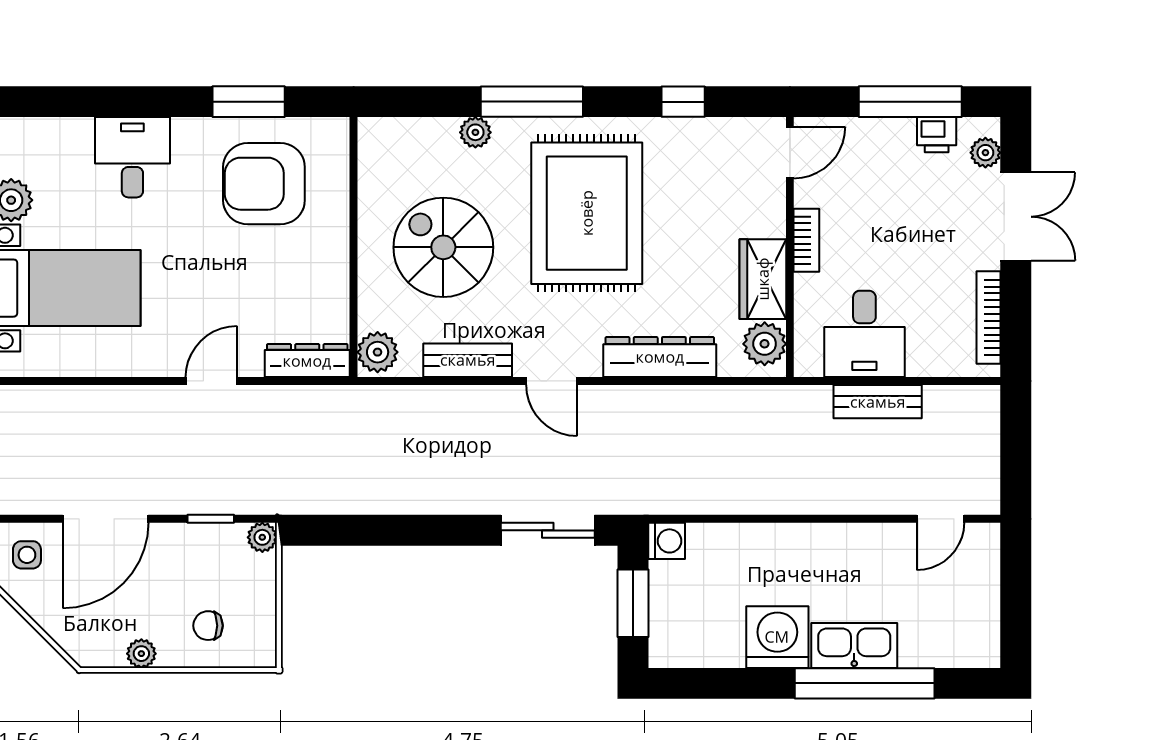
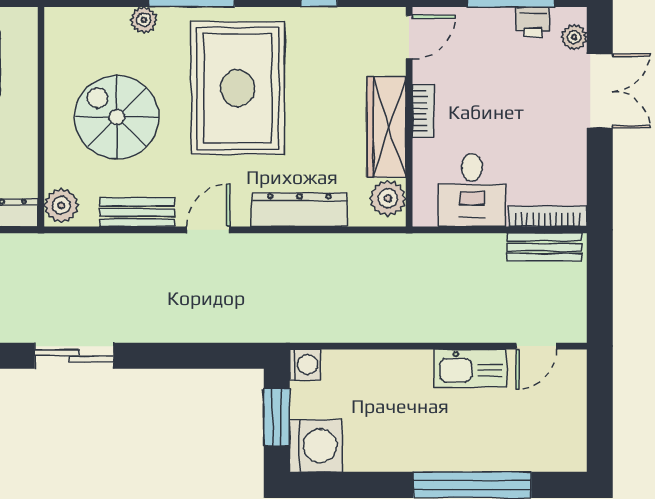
wardrobe: (763, 279) -> (386, 127), width x1.50
bookcase: (989, 317) -> (548, 217), moved, turned 90
door: (552, 381) -> (208, 230), swing flipped
bench: (878, 402) -> (544, 247), moved
sliding door: (548, 530) -> (74, 356), moved
washing machine: (777, 637) -> (316, 446), moved, turned 90
kitchen sink: (854, 645) -> (470, 368), moved, turned 180

